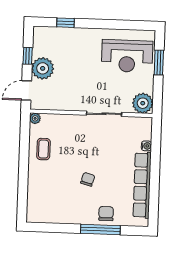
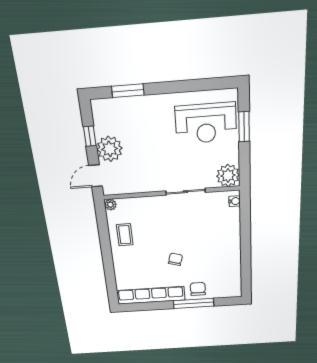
window: (65, 23) -> (128, 91), width x1.50
water cooler: (146, 146) -> (235, 201), moved
row of seats: (142, 185) -> (151, 295), moved, turned 90

